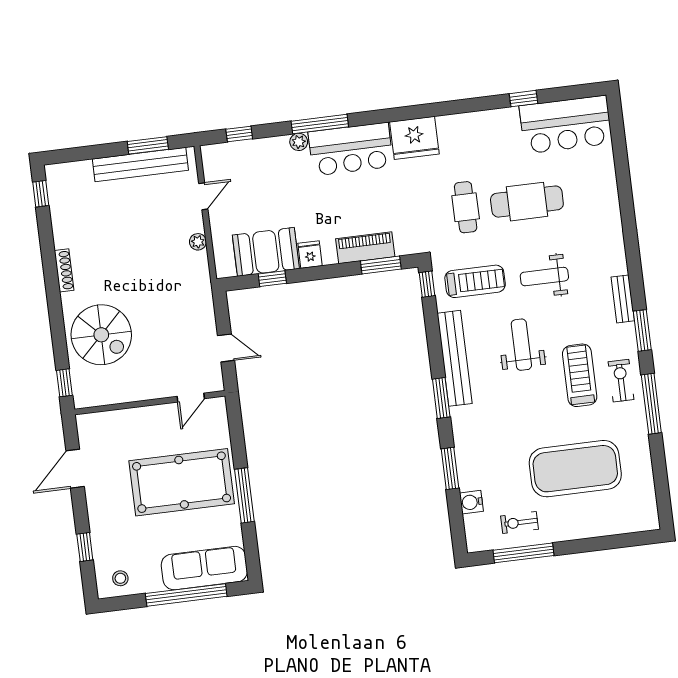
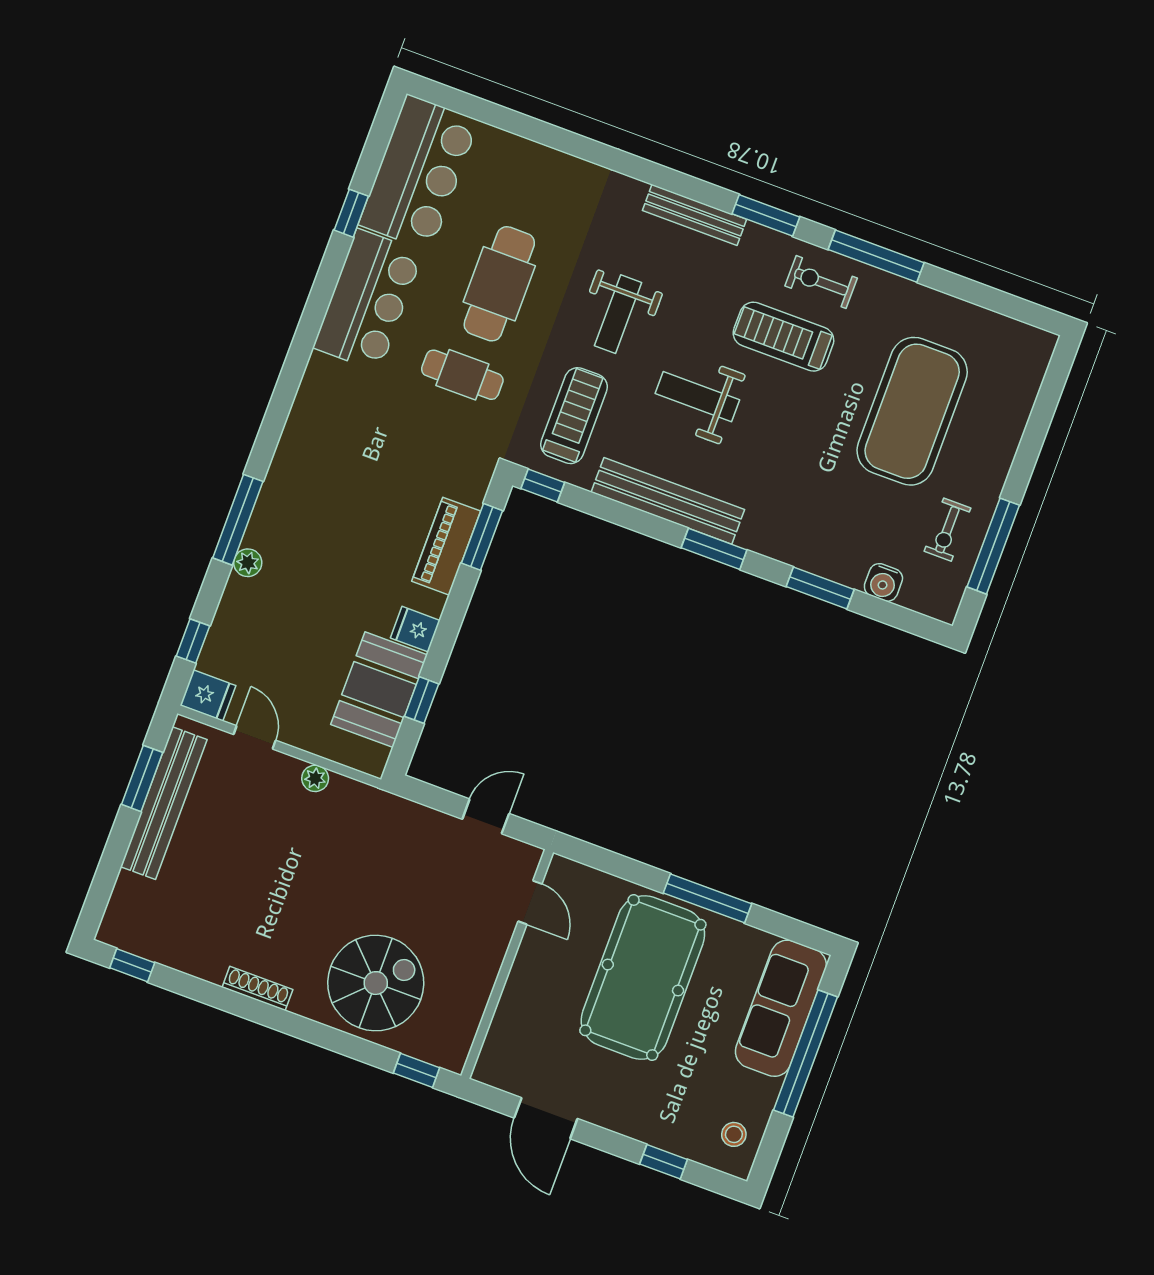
fridge: (414, 138) -> (208, 695), moved, width x0.53, depth x0.75
bar counter: (351, 149) -> (368, 300), moved
bench: (623, 299) -> (695, 215), width x1.36

